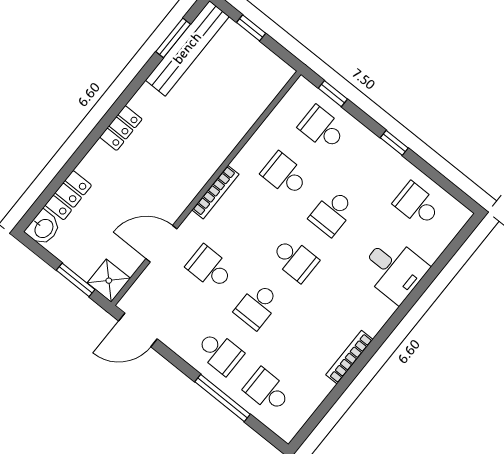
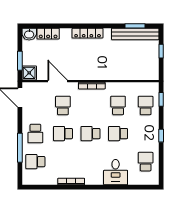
locker: (121, 128) -> (88, 33), width x1.53
school desk: (295, 259) -> (90, 134), turned 90
school desk: (267, 391) -> (35, 162), turned -90

